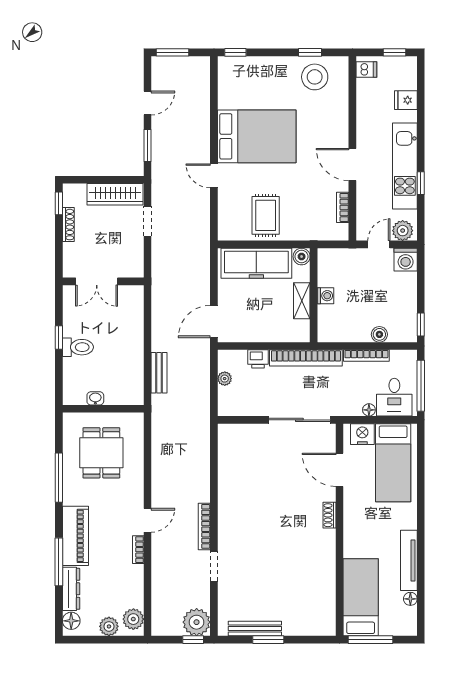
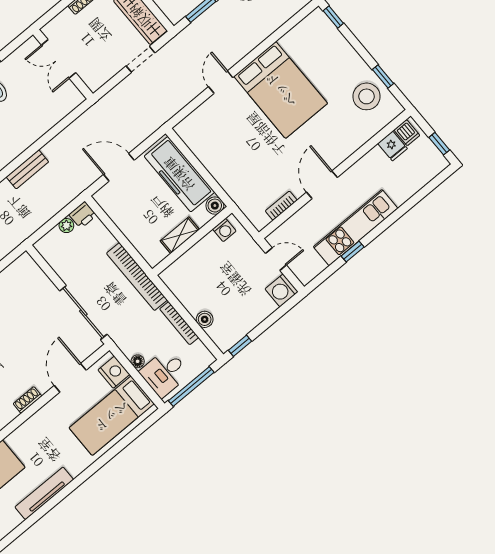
fridge: (406, 100) -> (393, 146), moved, turned 180
rug: (266, 215) -> (224, 150), removed
plant: (403, 231) -> (303, 269), removed
washing machine: (326, 296) -> (224, 230), moved
door: (214, 322) -> (119, 167), moved
printer: (258, 359) -> (83, 215), moved, turned -90
floor lamp: (410, 599) -> (15, 520), removed

